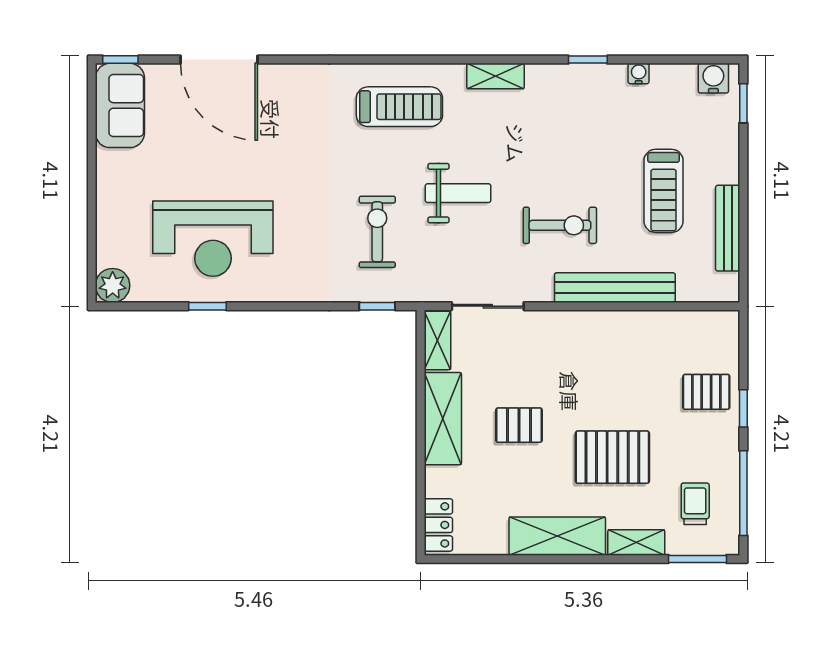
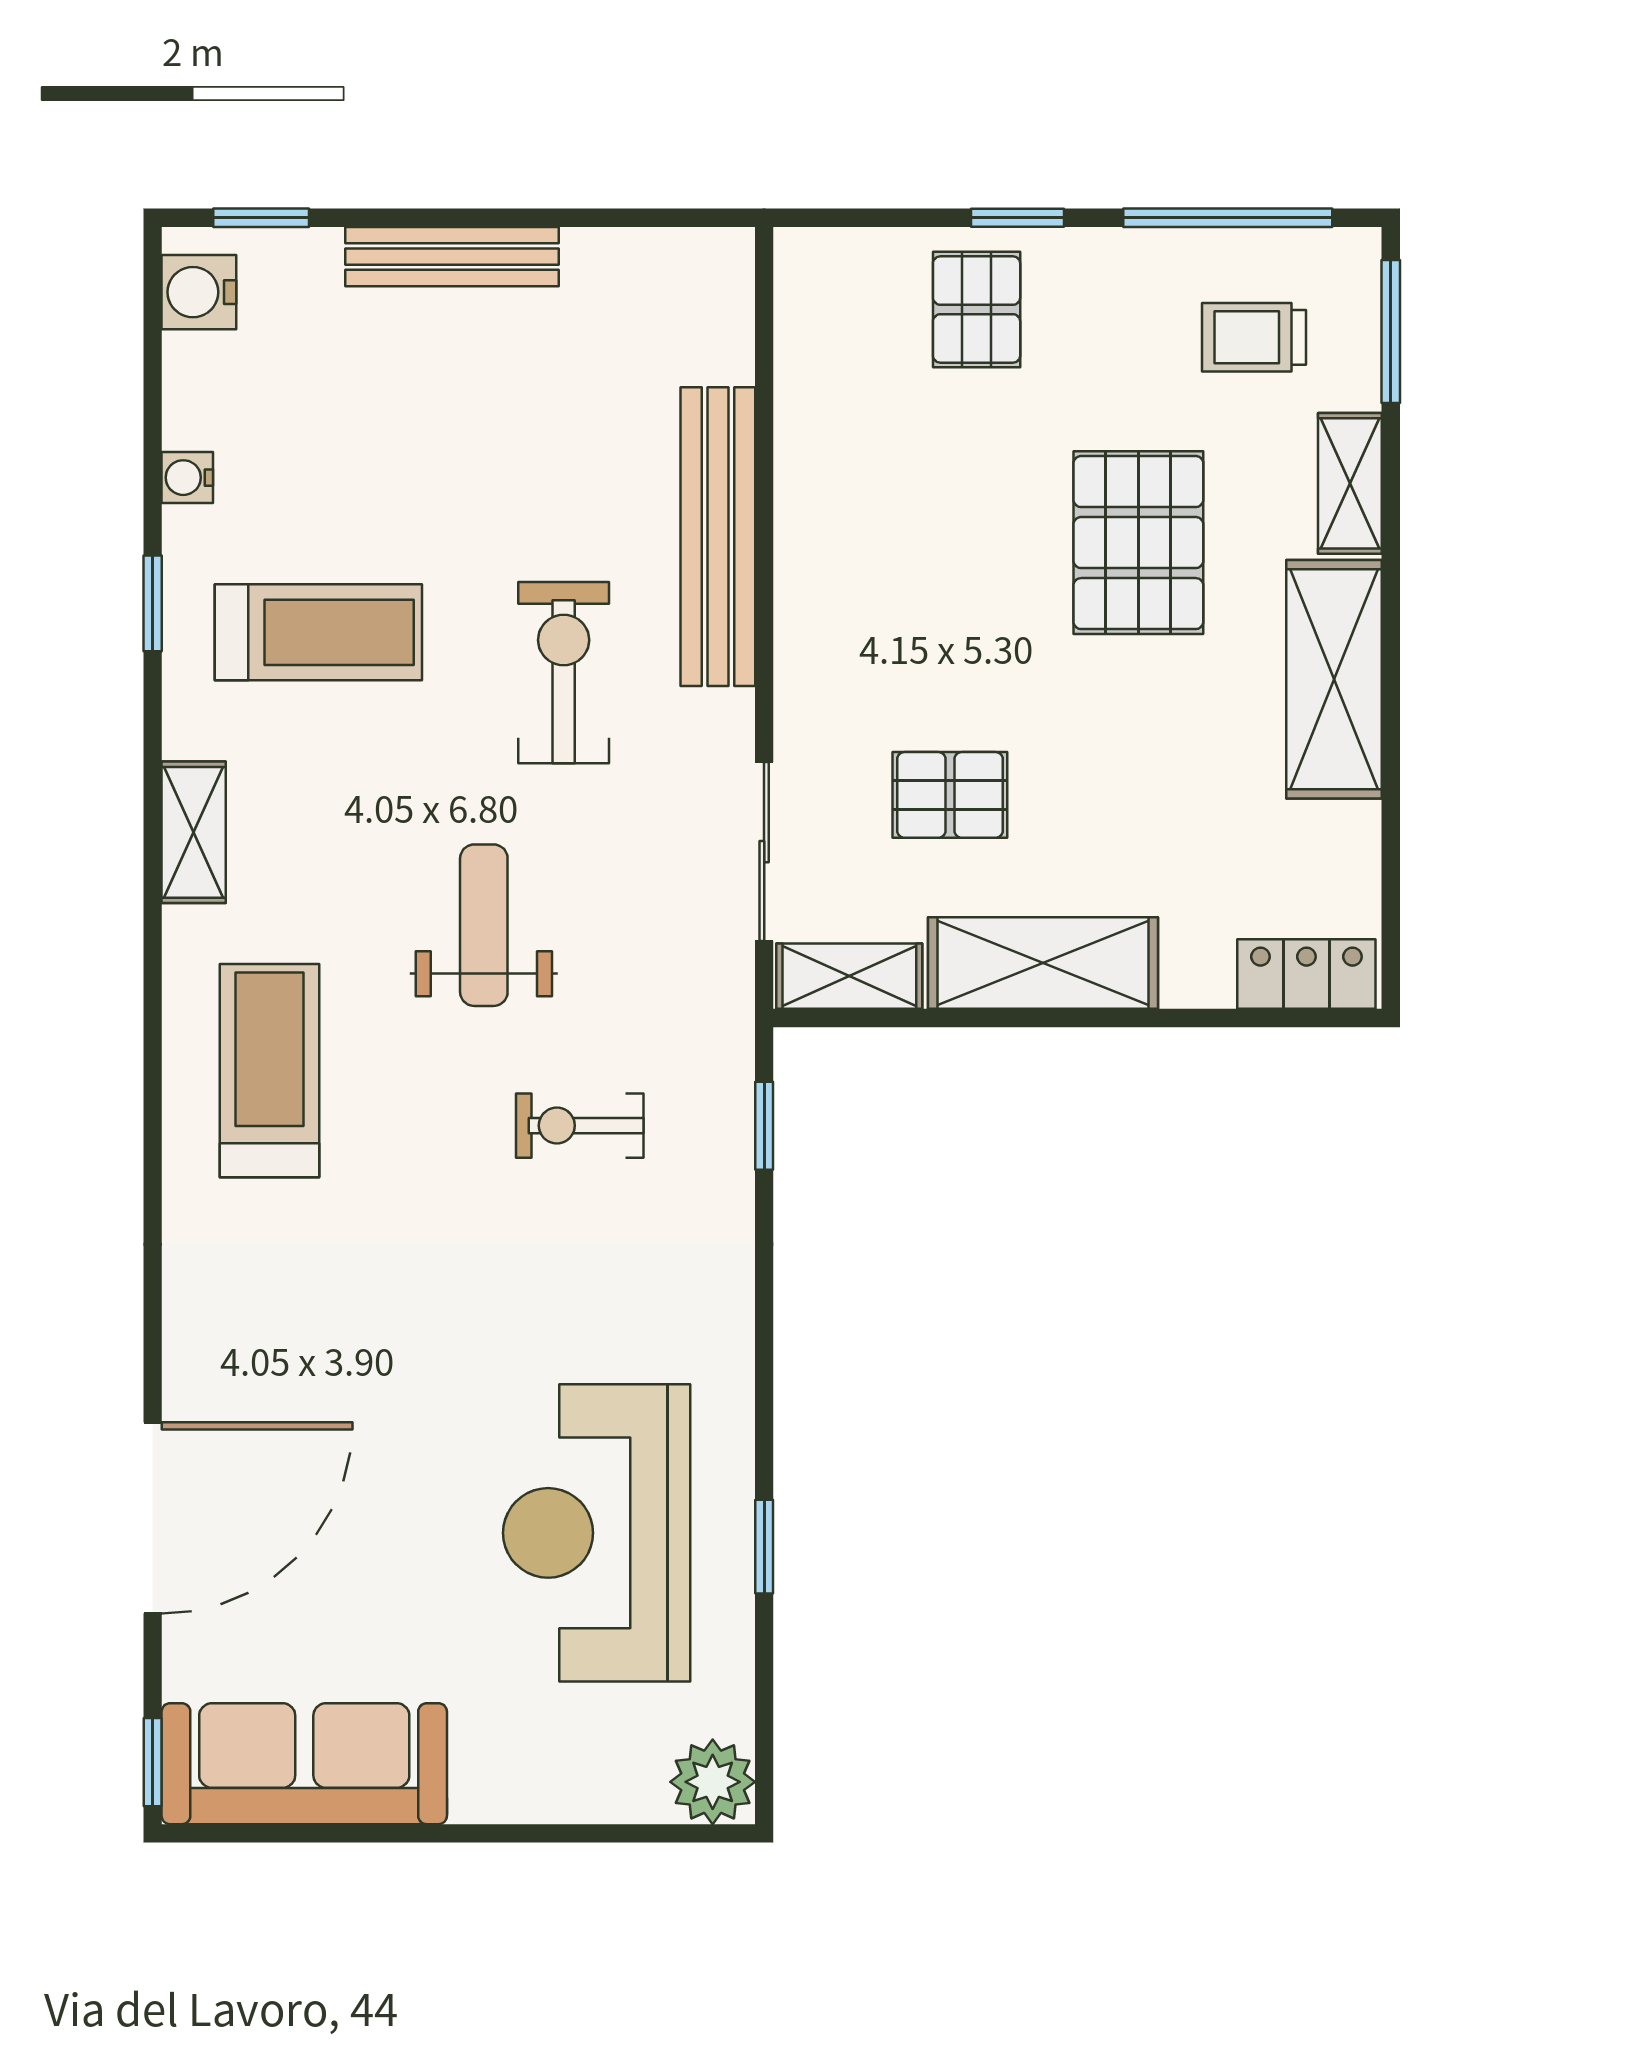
sofa: (120, 105) -> (304, 1764), width x1.36
treadmill: (664, 191) -> (318, 632), moved
bench: (728, 228) -> (452, 257), moved
exercise bike: (377, 232) -> (580, 1126), width x0.73, depth x0.72
reception desk: (213, 239) -> (597, 1533), turned 180
pallet: (519, 425) -> (950, 795), moved, turned 90

